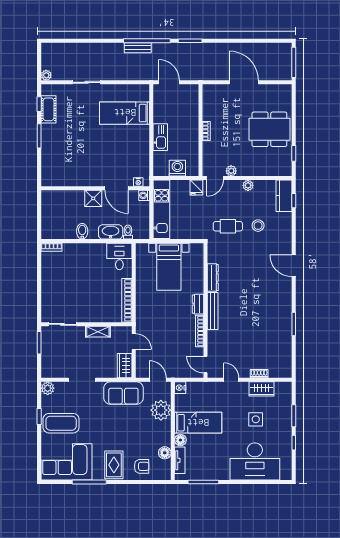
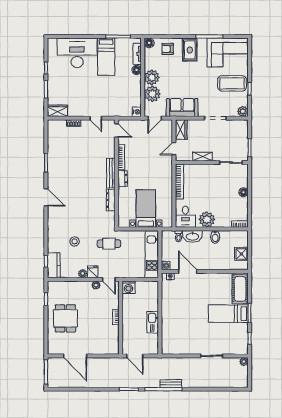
door: (169, 82) -> (135, 356), moved
door: (244, 82) -> (75, 356), moved
cot: (48, 109) -> (240, 289), moved, width x1.37, depth x1.34
bed: (125, 113) -> (228, 314), moved, turned 180
dining table: (269, 129) -> (65, 318), width x0.73
kitchen sink: (160, 137) -> (153, 322), moved
washing machine: (177, 168) -> (128, 287), moved
door: (215, 178) -> (109, 279), swing flipped
fridge: (196, 188) -> (93, 272), moved
shower: (93, 198) -> (241, 254), moved
cafe table: (228, 226) -> (109, 244), moved
plant: (92, 253) -> (207, 220), added
door: (294, 266) -> (46, 197), moved
floor lamp: (47, 287) -> (243, 192), added
door: (134, 342) -> (174, 149), hinge flipped
door: (158, 380) -> (155, 118), hinge flipped
wardrobe: (261, 389) -> (57, 111), moved
side table: (256, 419) -> (76, 87), removed
bed: (198, 423) -> (106, 57), moved, turned -90
plant: (161, 431) -> (152, 77), added
floor lamp: (165, 453) -> (149, 43), moved

